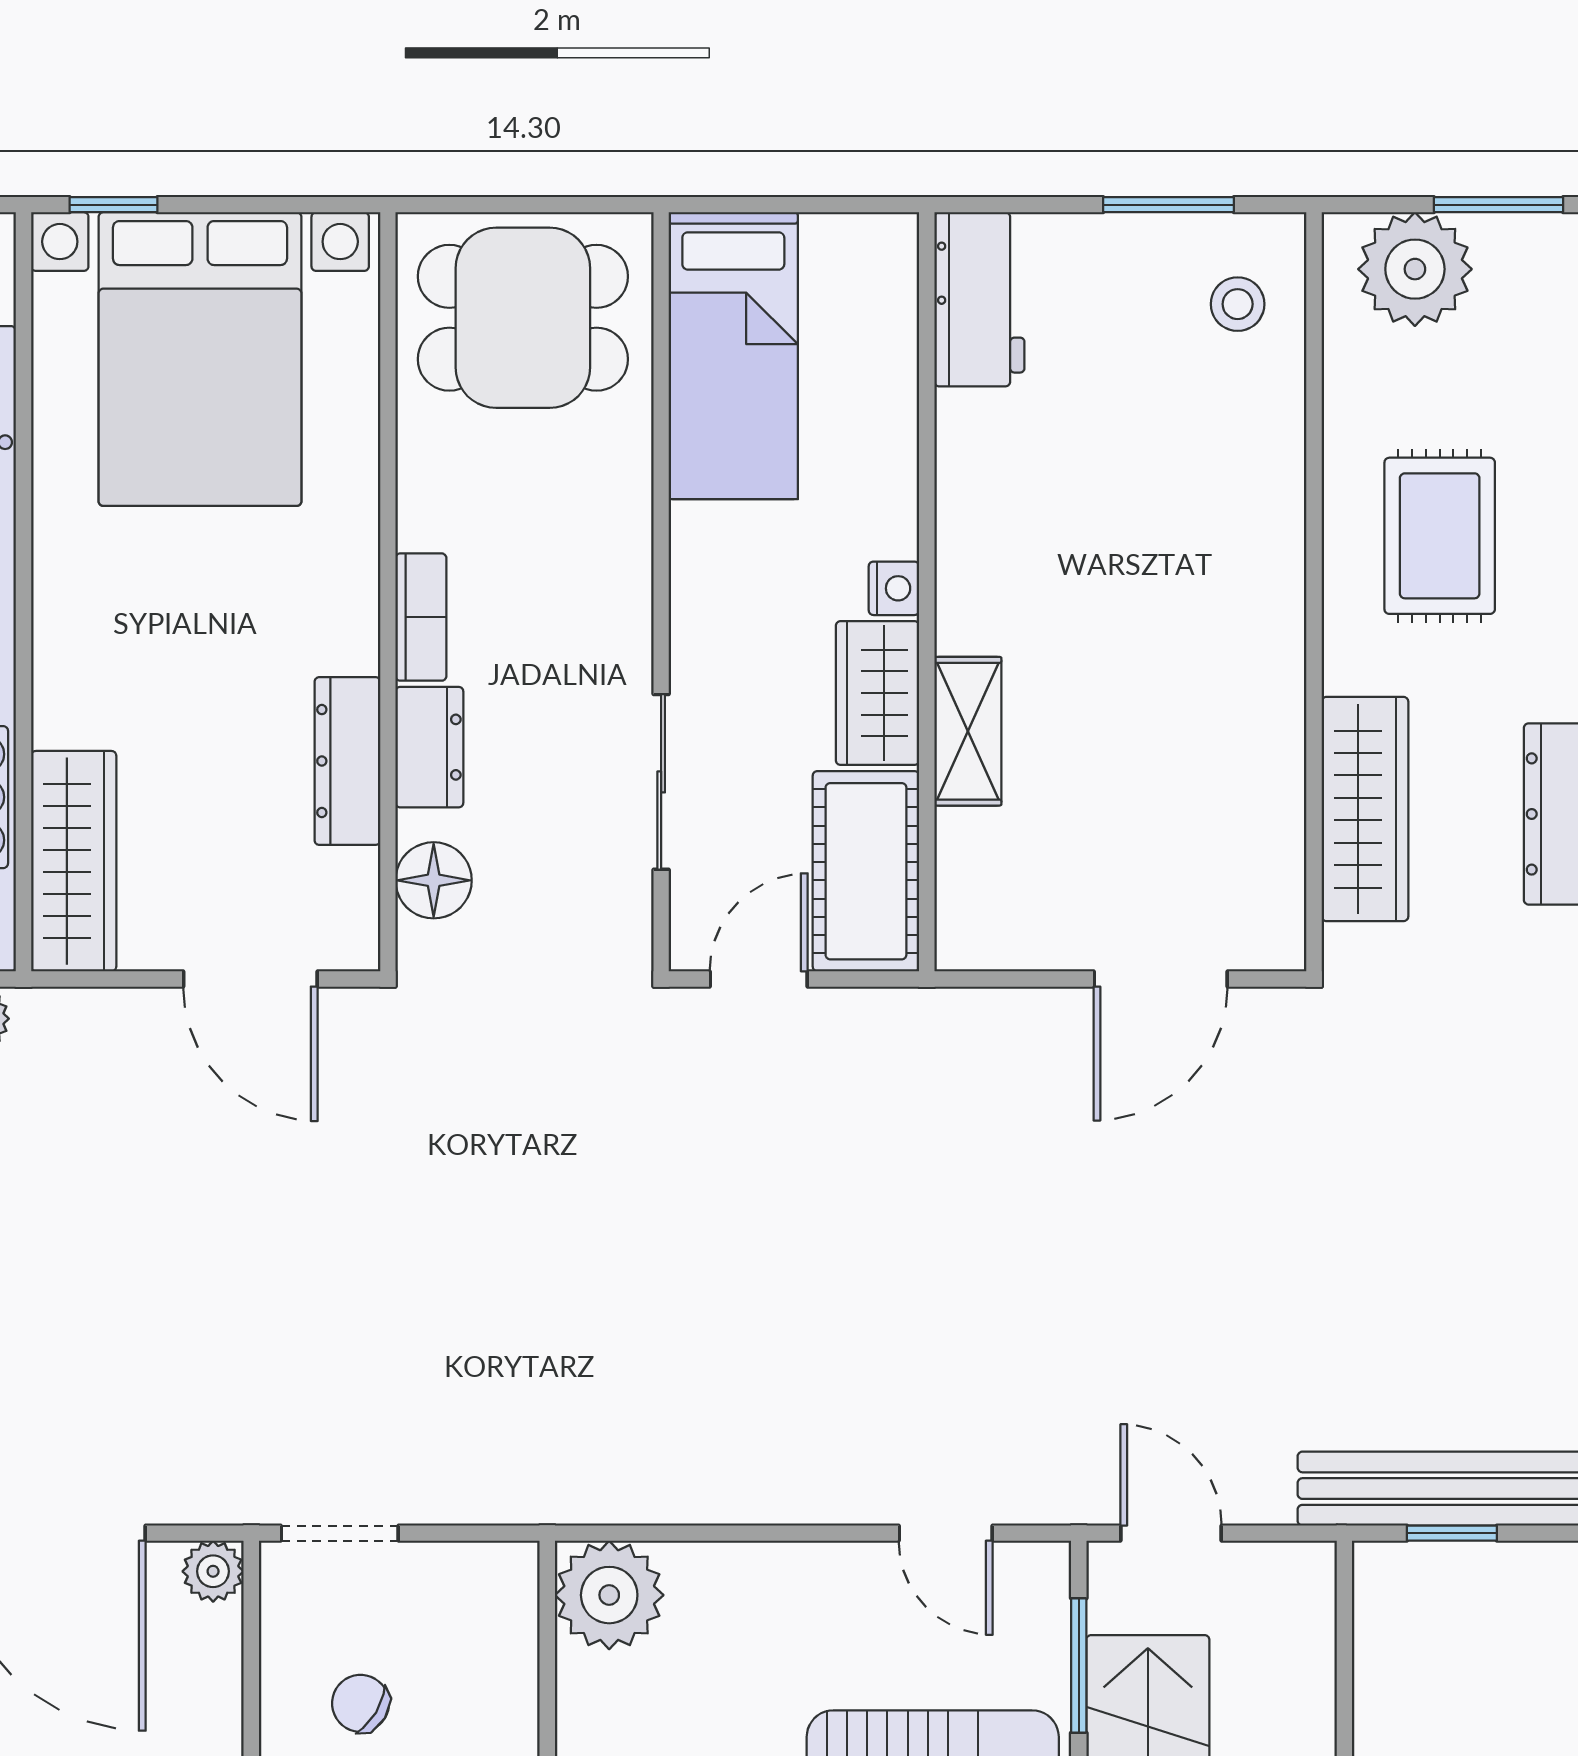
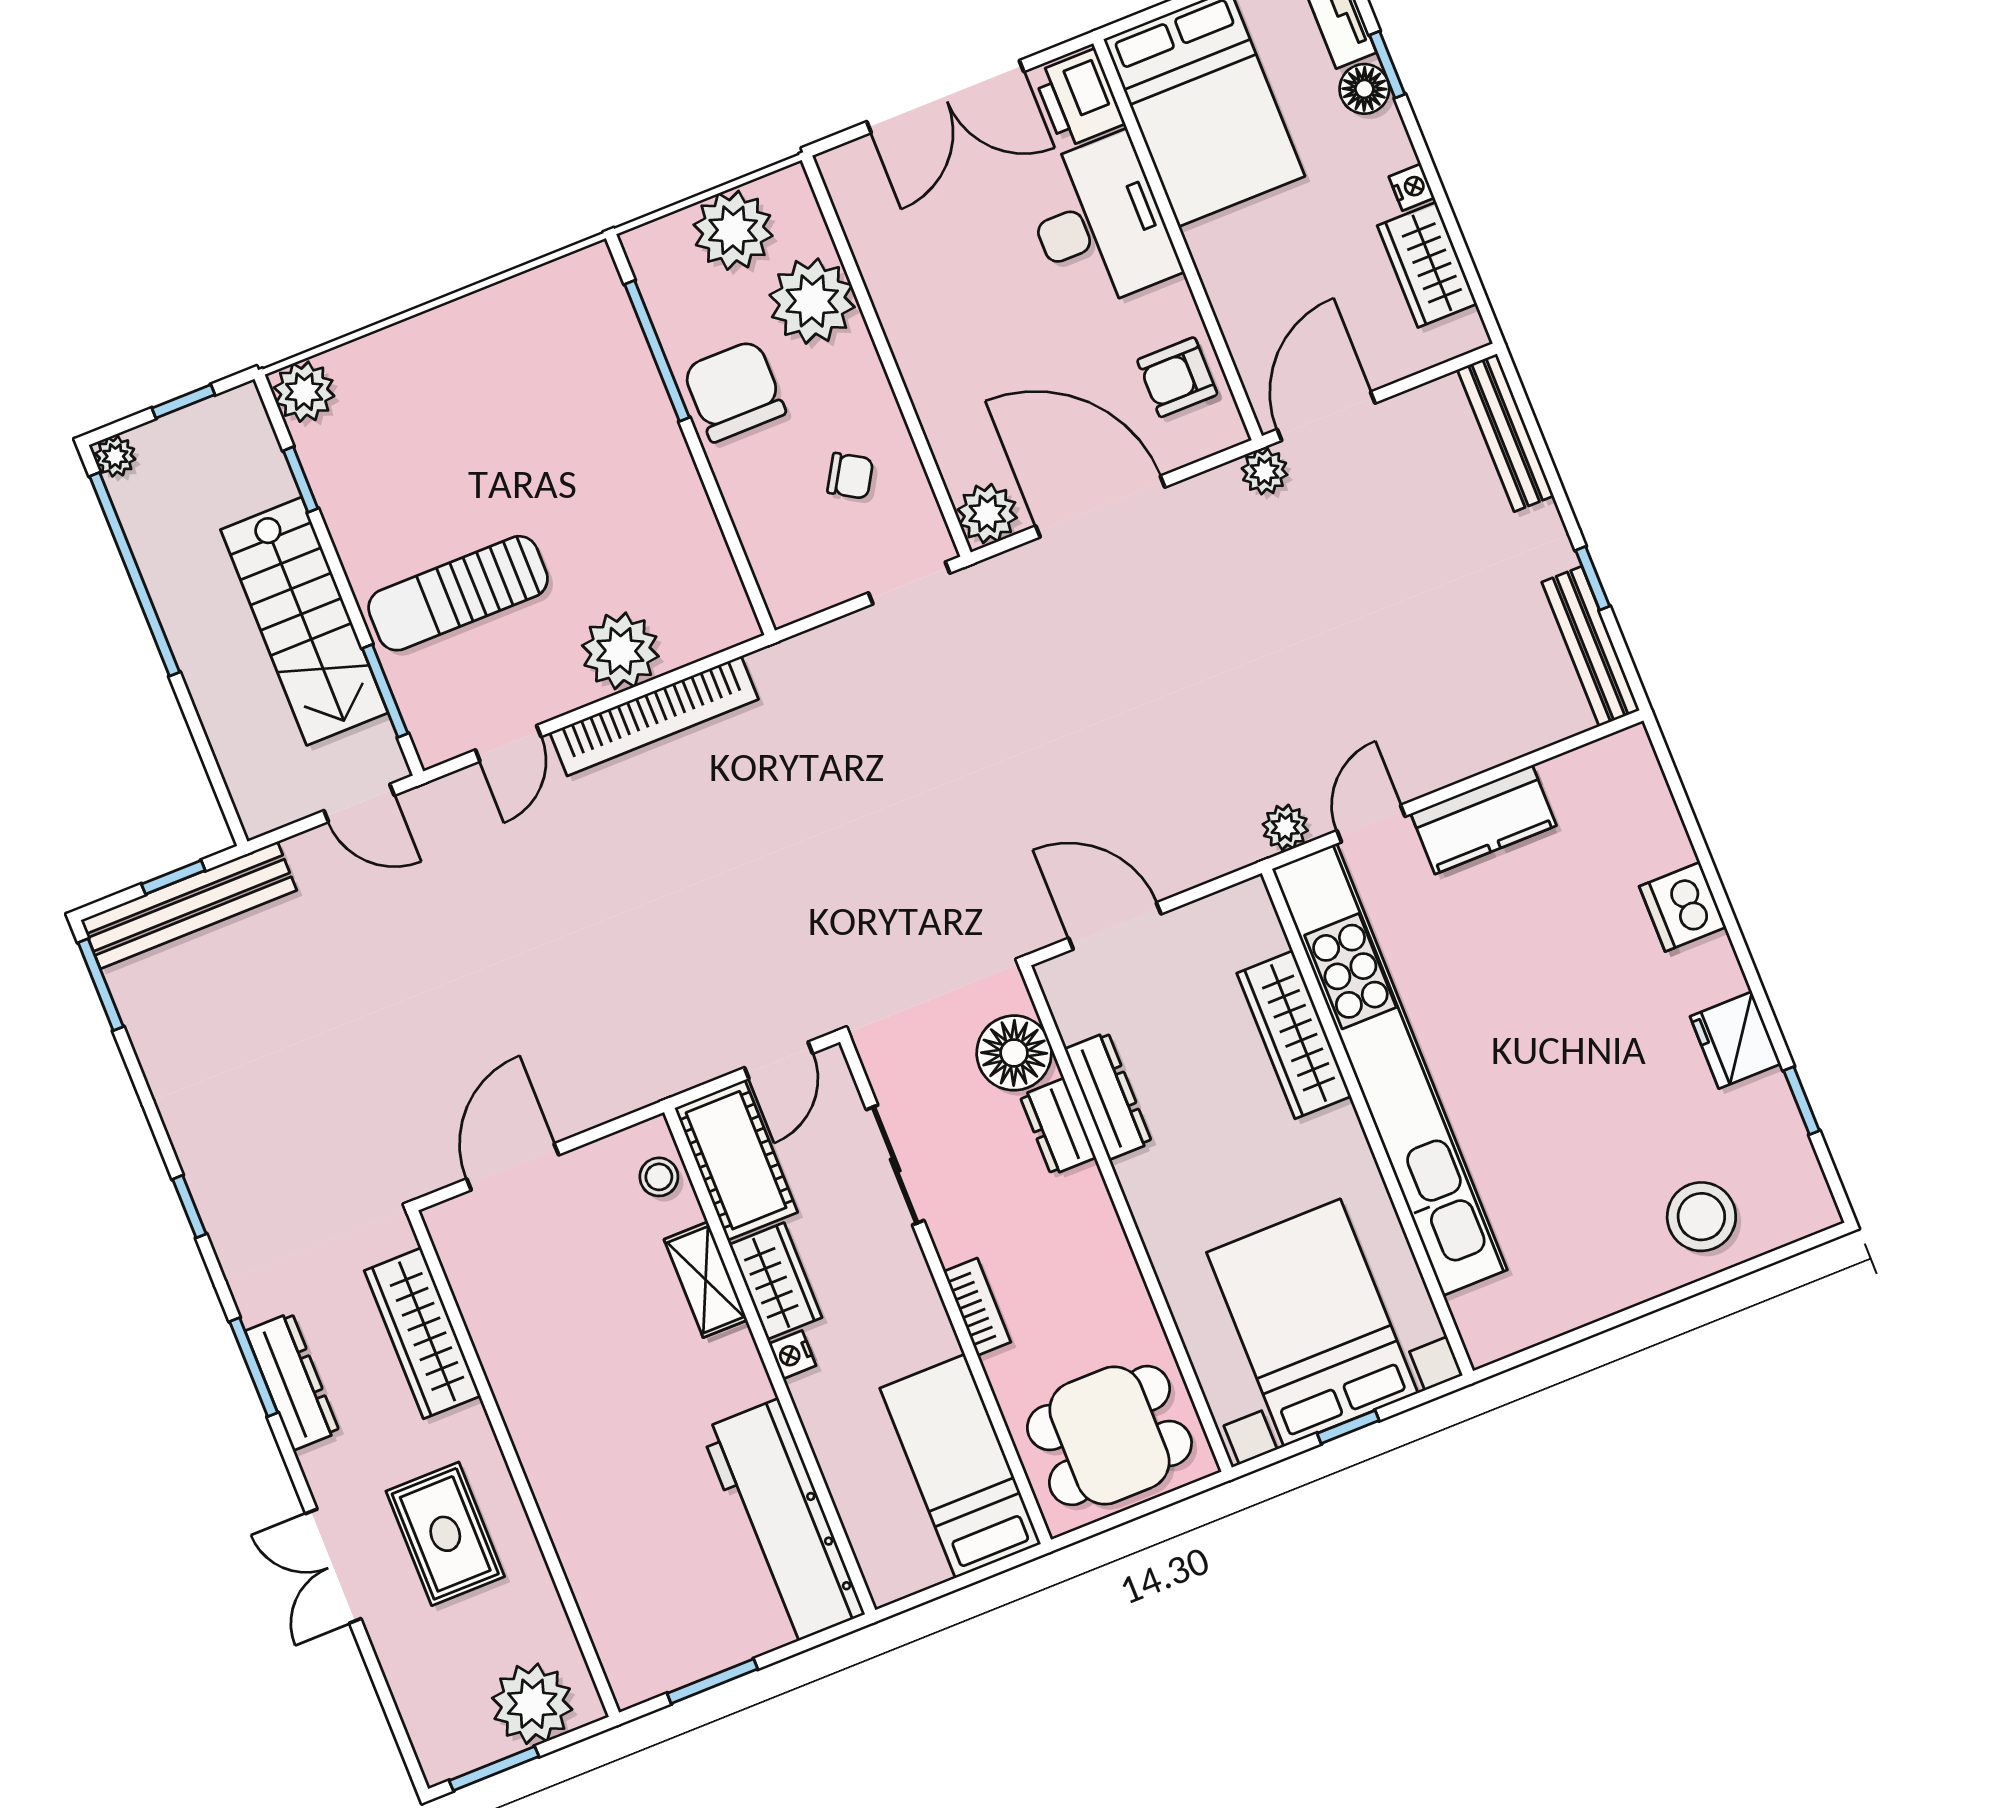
window: (113, 205) -> (1348, 1427), moved
workbench: (979, 299) -> (783, 1522), width x1.88, depth x1.32
stool: (1238, 304) -> (659, 1177), moved
bookcase: (421, 617) -> (977, 1307), moved, turned 180
wardrobe: (74, 861) -> (1294, 1035), moved
floor lamp: (434, 880) -> (1014, 1053), width x1.38, depth x1.38
bookcase: (741, 1493) -> (654, 716), added
door: (946, 1533) -> (508, 743), swing flipped
plant: (213, 1571) -> (987, 514), width x1.38, depth x1.38
plant: (609, 1595) -> (620, 651), moved

